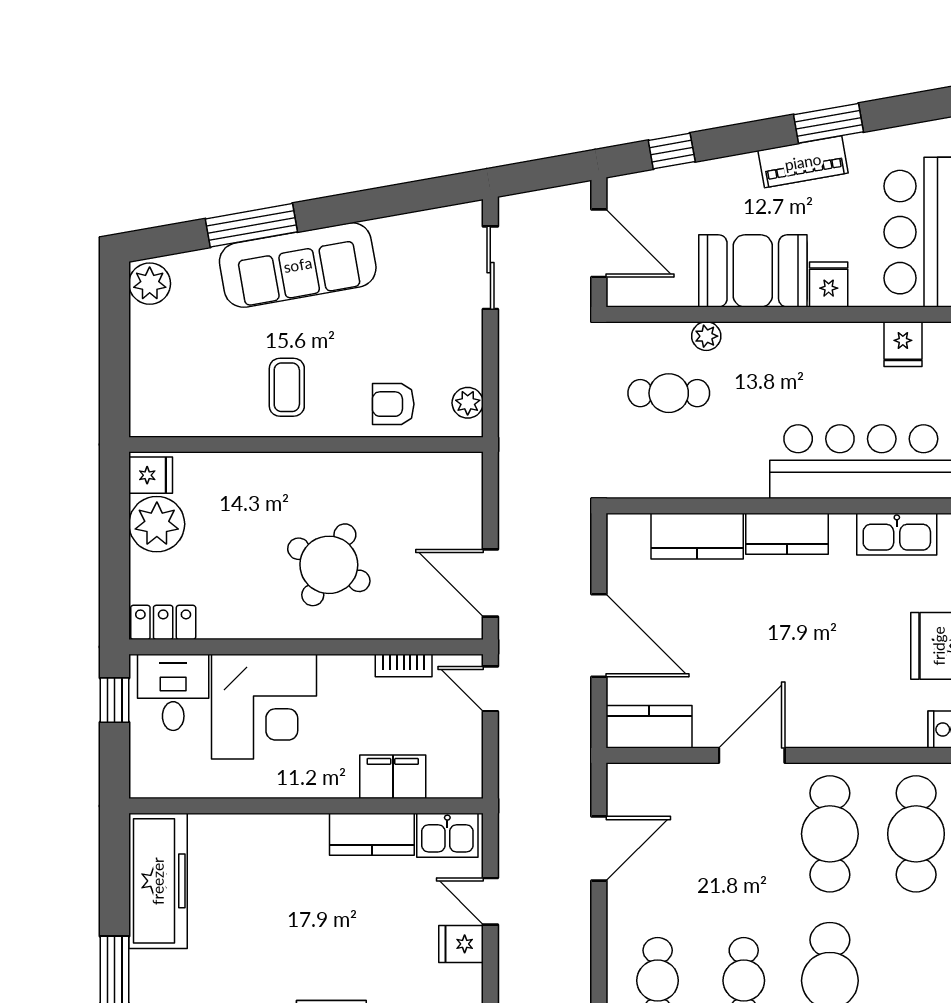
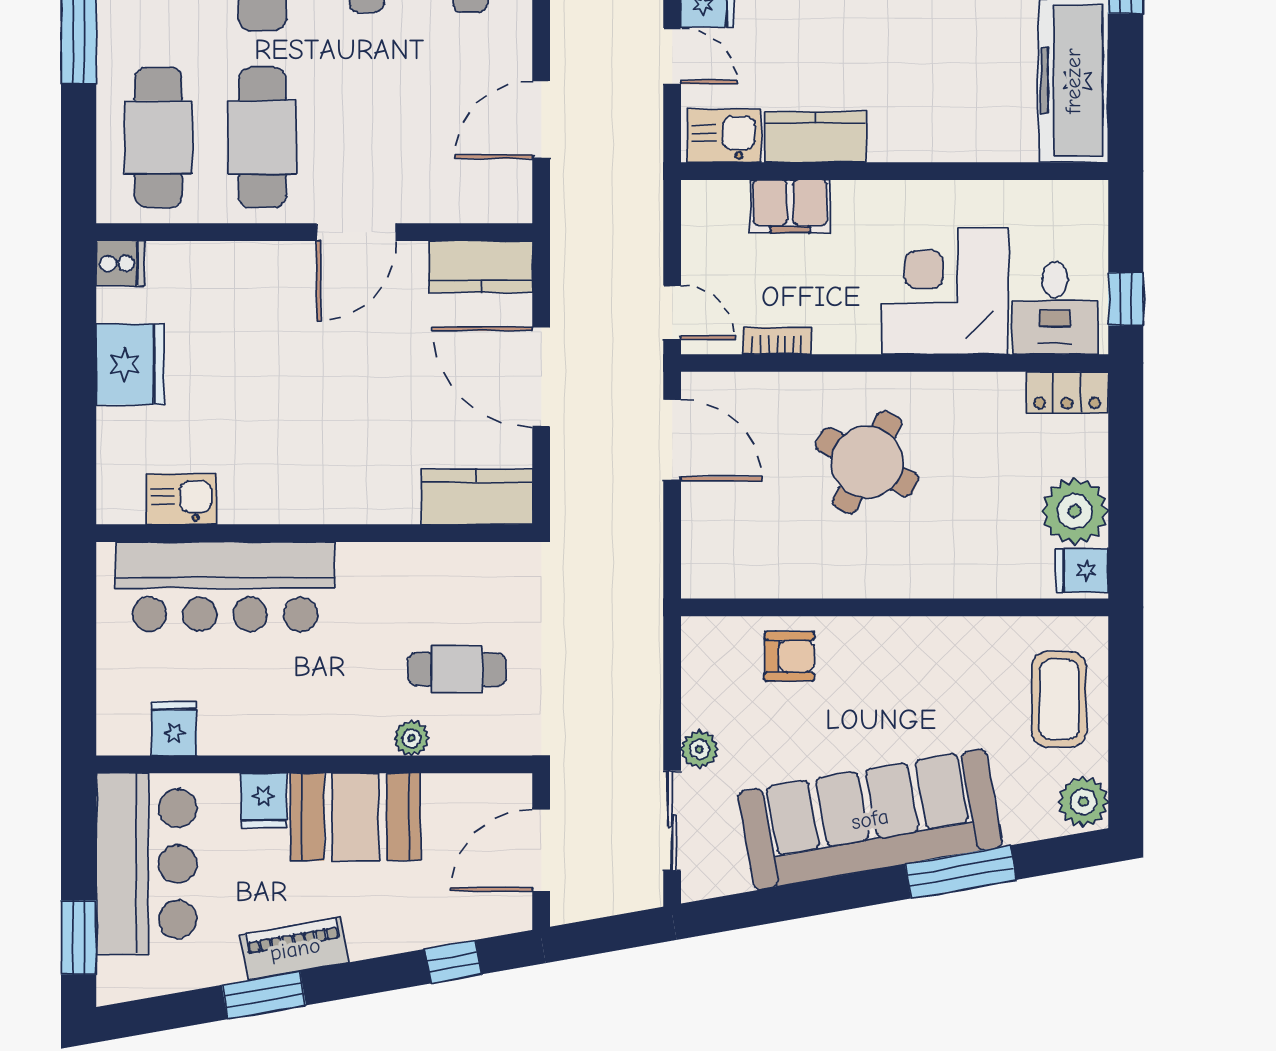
door: (599, 243) -> (541, 850), hinge flipped
sofa: (298, 265) -> (870, 819), width x1.36, depth x1.27
coffee table: (287, 387) -> (1059, 699), moved, width x1.36, depth x1.30
plant: (468, 403) -> (699, 749), moved
kitchen counter: (787, 534) -> (314, 500), removed
kitchen sink: (897, 534) -> (182, 499), width x0.73
kitchen counter: (697, 536) -> (477, 497), moved

